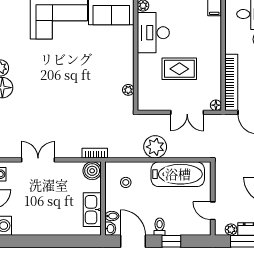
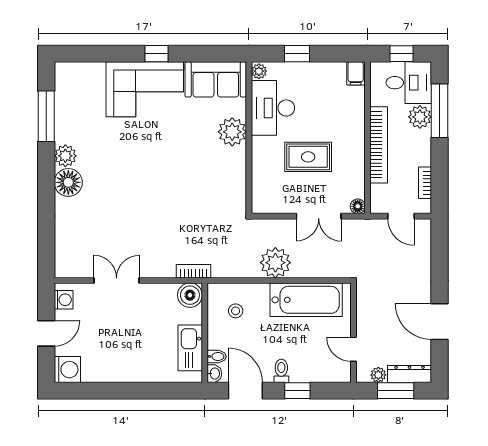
bookcase: (231, 82) -> (379, 145), moved
plant: (128, 90) -> (232, 132), moved, width x1.88, depth x1.88

